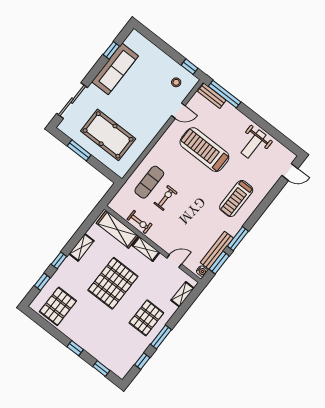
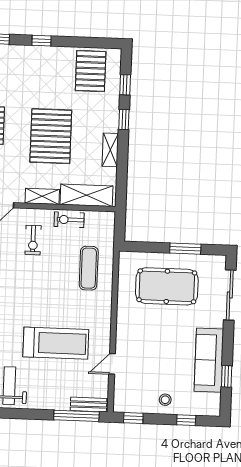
window: (157, 41) -> (186, 420), added
stool: (176, 82) -> (165, 400), moved
exercise bike: (166, 198) -> (33, 240), moved

